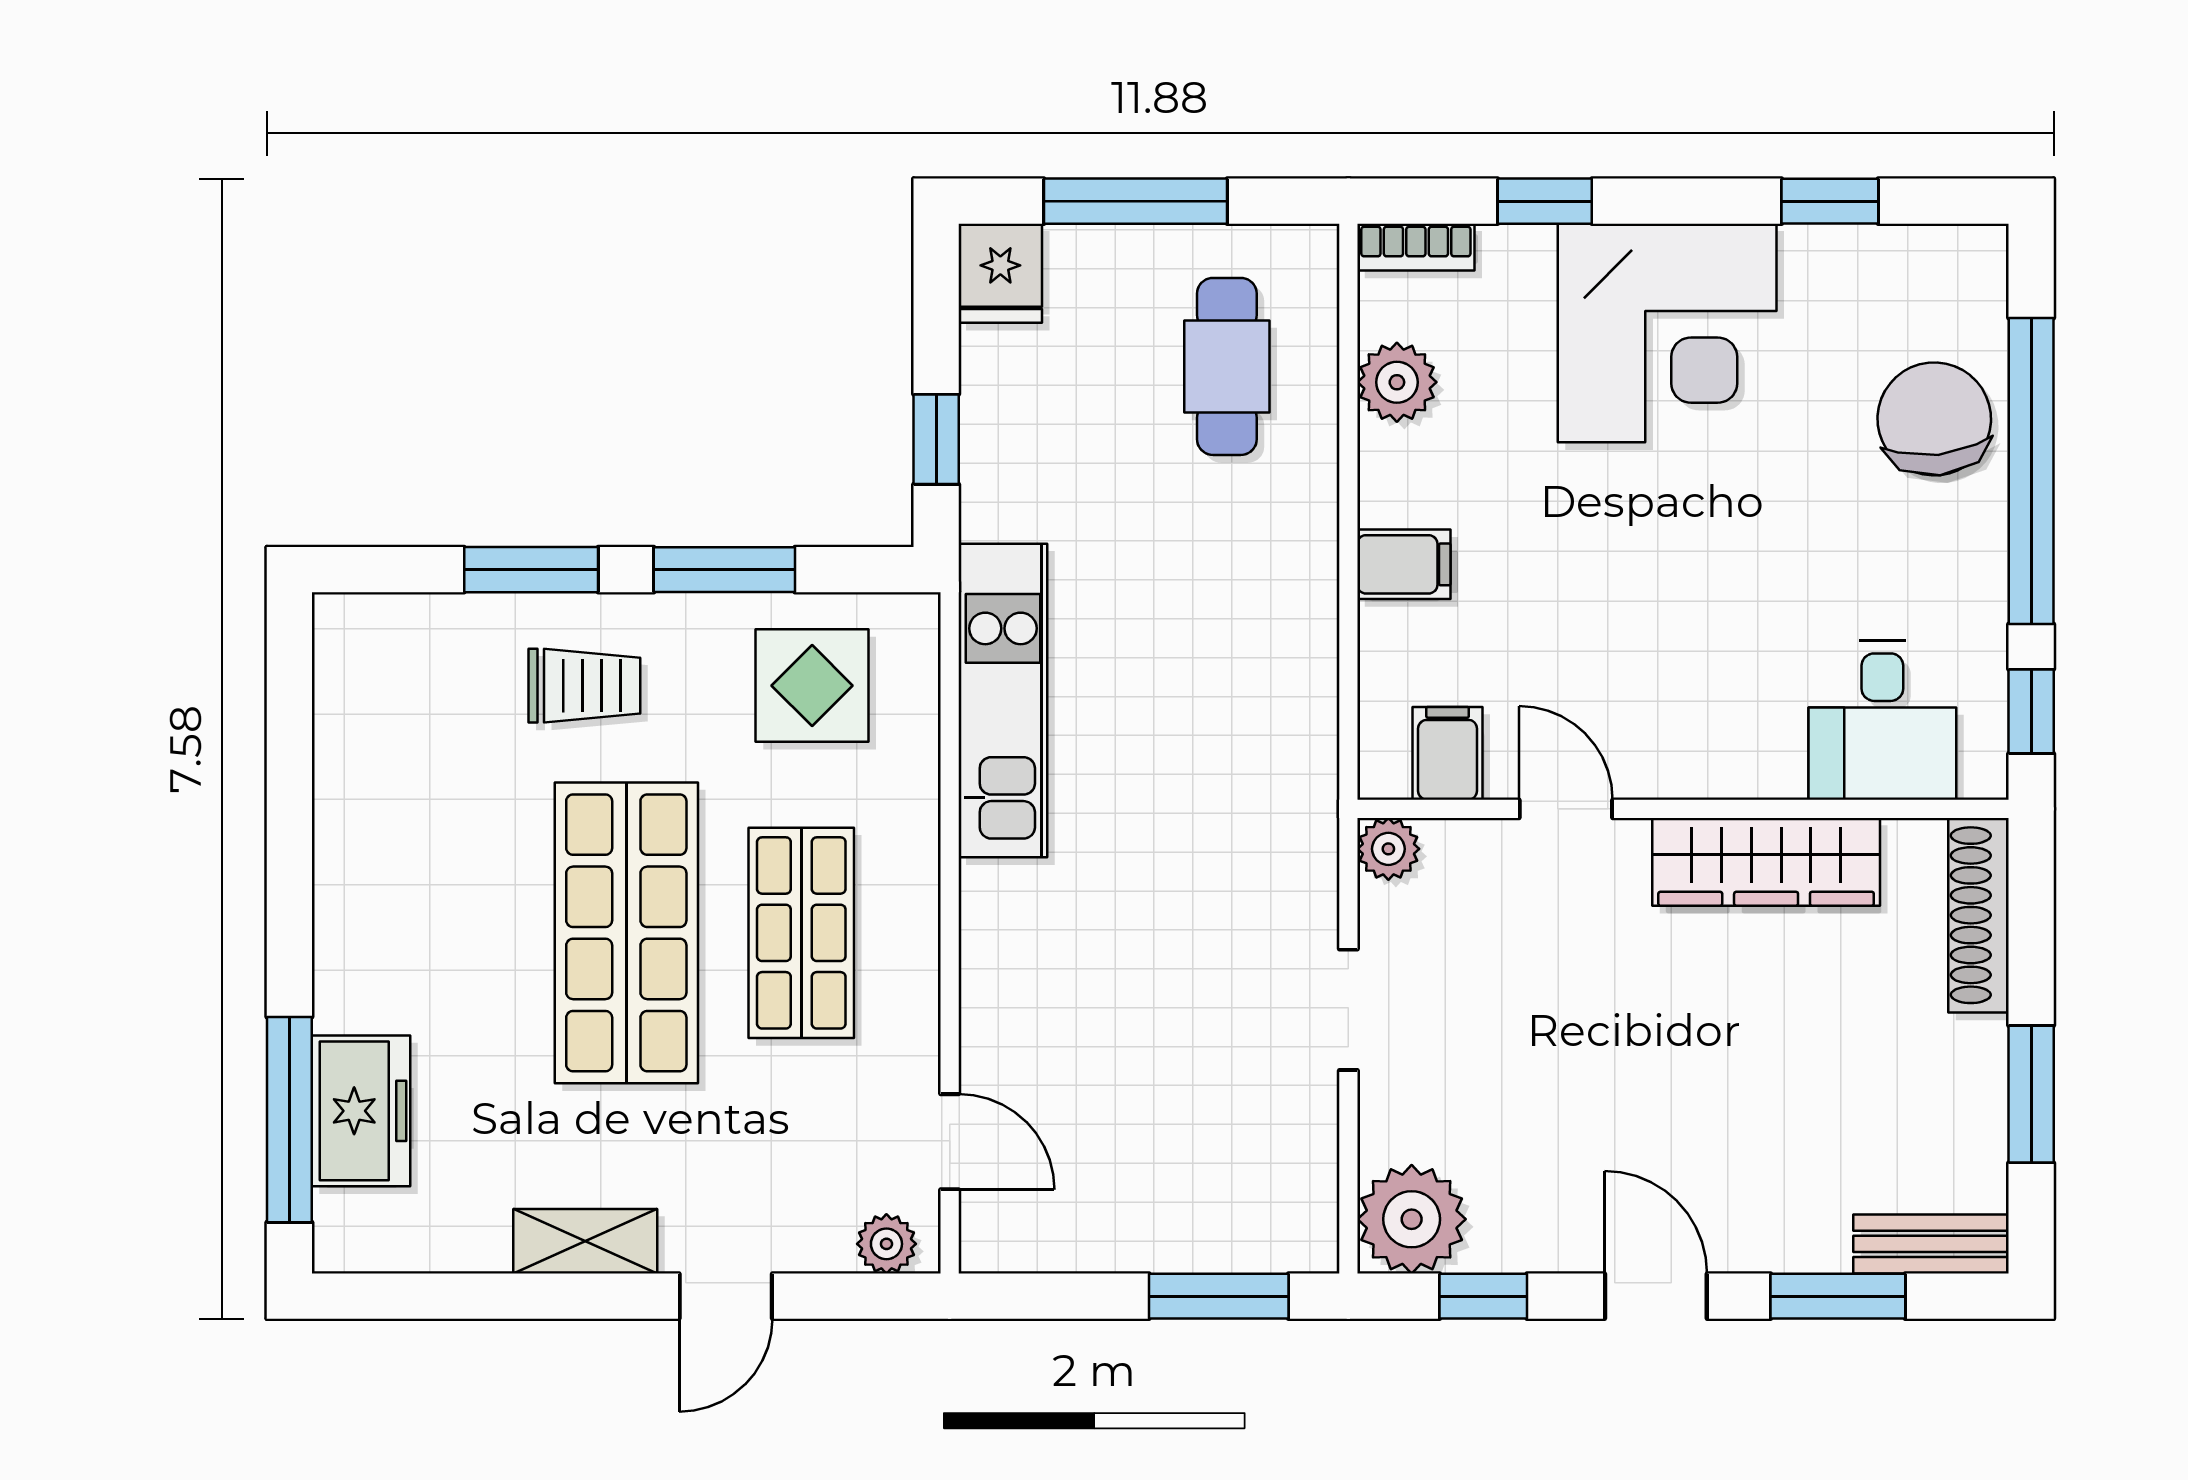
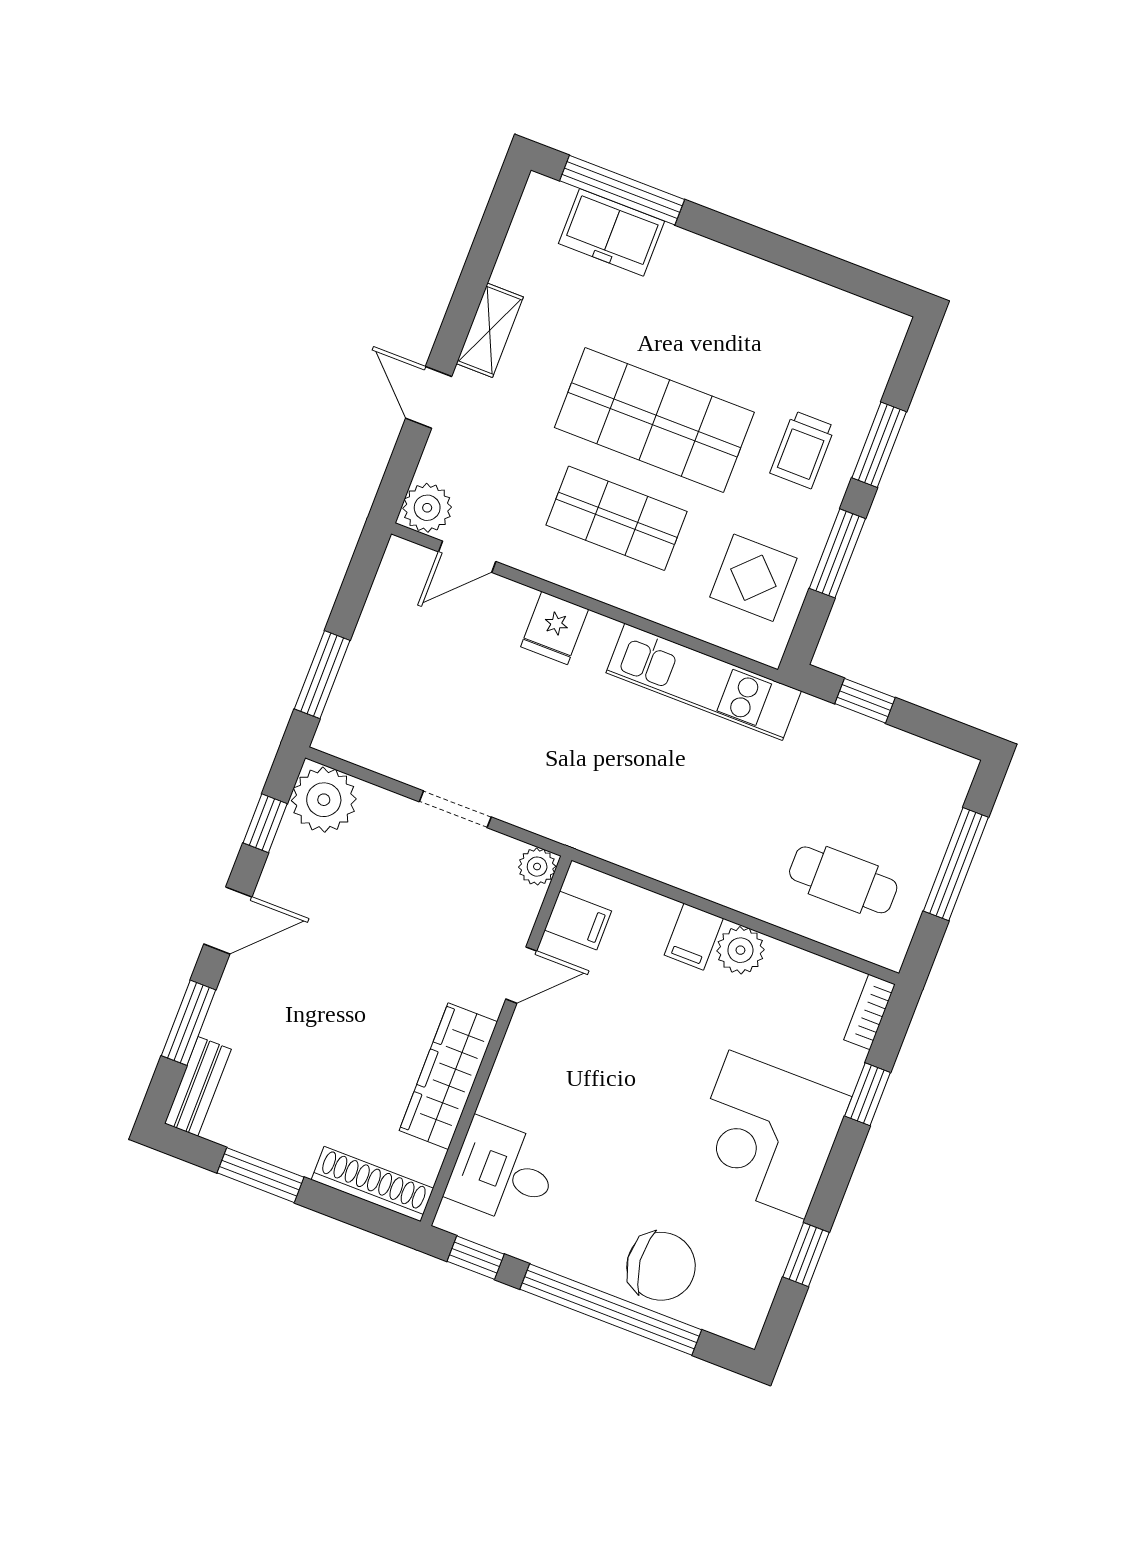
fridge: (1000, 273) -> (555, 628), moved, turned -90
plant: (1397, 382) -> (740, 950), moved
plant: (886, 1244) -> (427, 508), width x1.38, depth x1.38

